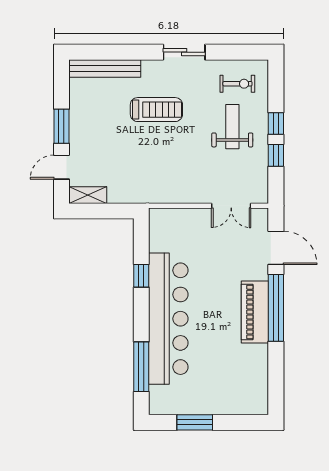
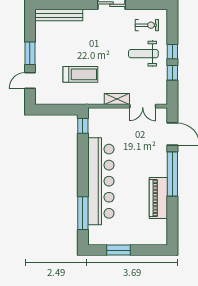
treadmill: (156, 110) -> (80, 74), moved
weight bench: (232, 127) -> (143, 54), turned -90
shelving: (88, 195) -> (117, 99), moved
window: (141, 276) -> (83, 126), moved
piano: (255, 312) -> (158, 198), moved

